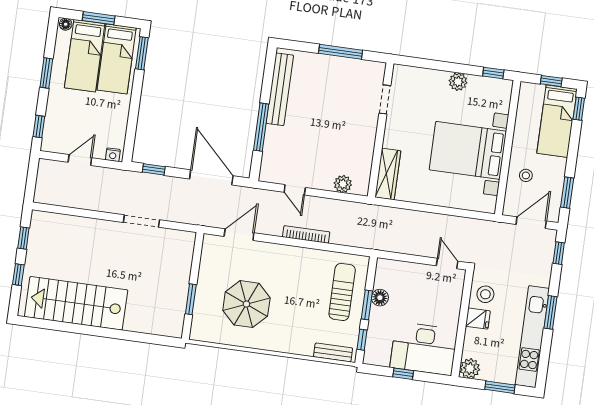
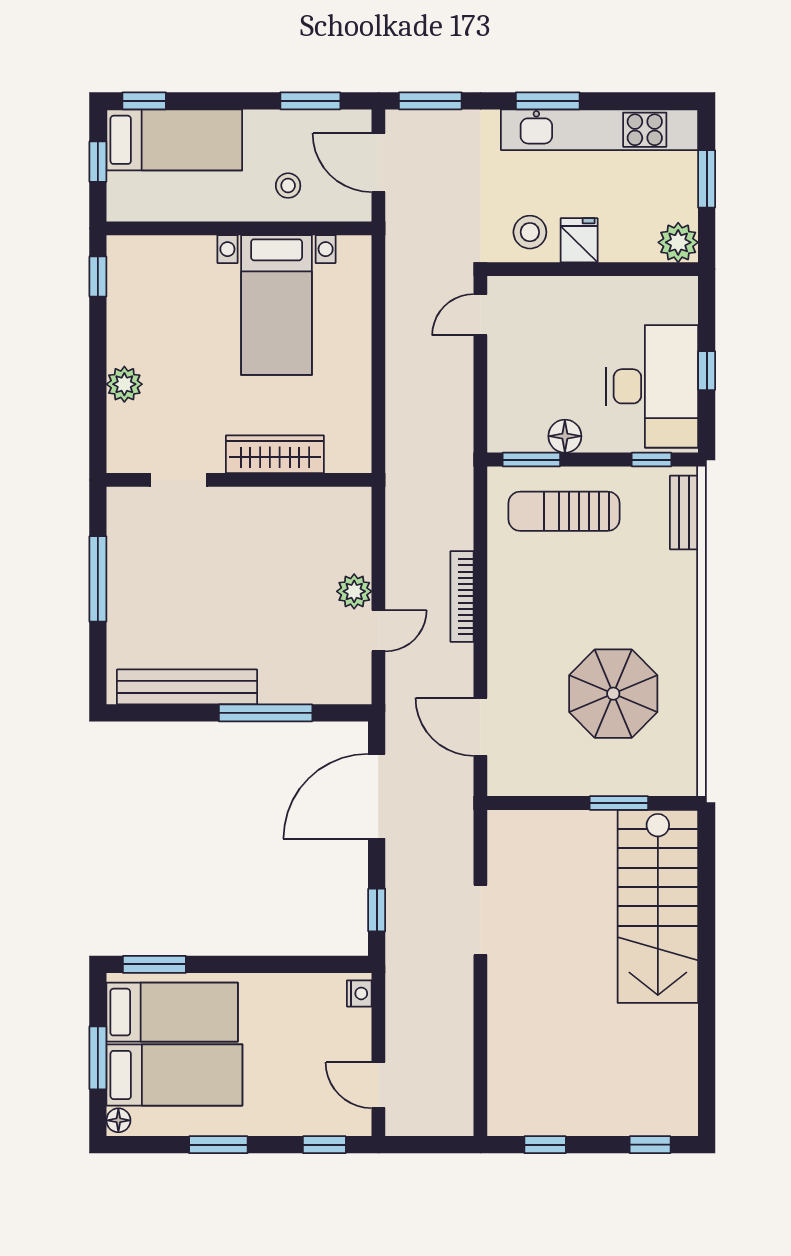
plant: (458, 82) -> (124, 384), moved
bed with nightstands: (468, 150) -> (277, 305), width x0.73
door: (80, 160) -> (378, 1085), moved
wardrobe: (388, 174) -> (275, 454), moved
plant: (343, 184) -> (354, 591), moved
window: (559, 253) -> (430, 101), width x1.50
window: (18, 275) -> (650, 1145), moved
stairs: (76, 303) -> (658, 906), moved
window: (367, 305) -> (531, 460), moved
desk: (424, 349) -> (652, 386), moved

